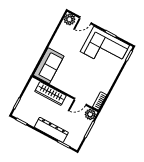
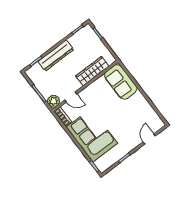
plant: (70, 19) -> (157, 124), removed
corner sofa: (105, 48) -> (92, 135), moved, turned 90
door: (80, 102) -> (71, 97), swing flipped

